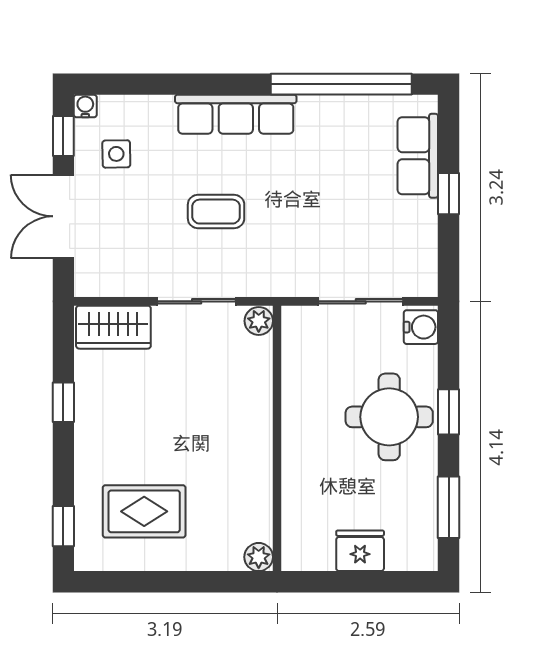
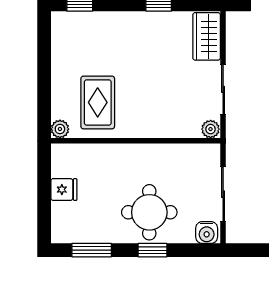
rug: (144, 511) -> (98, 102), moved
fridge: (360, 551) -> (64, 190), width x0.72

